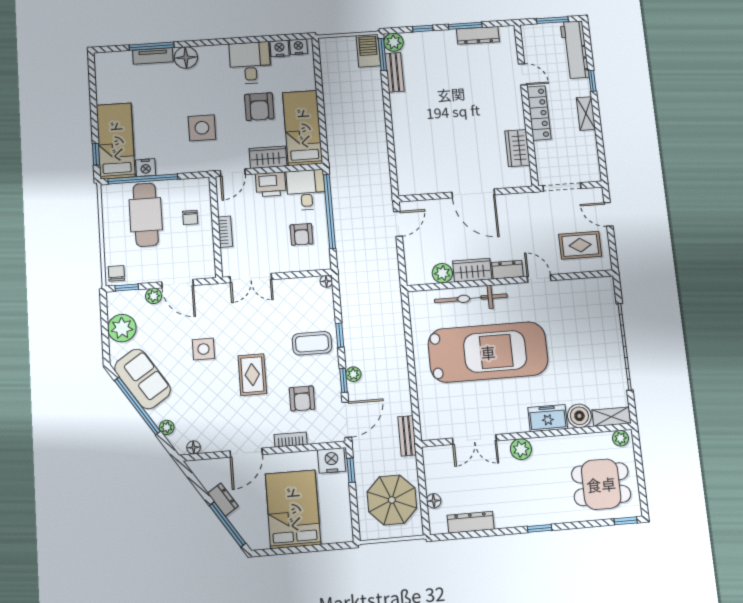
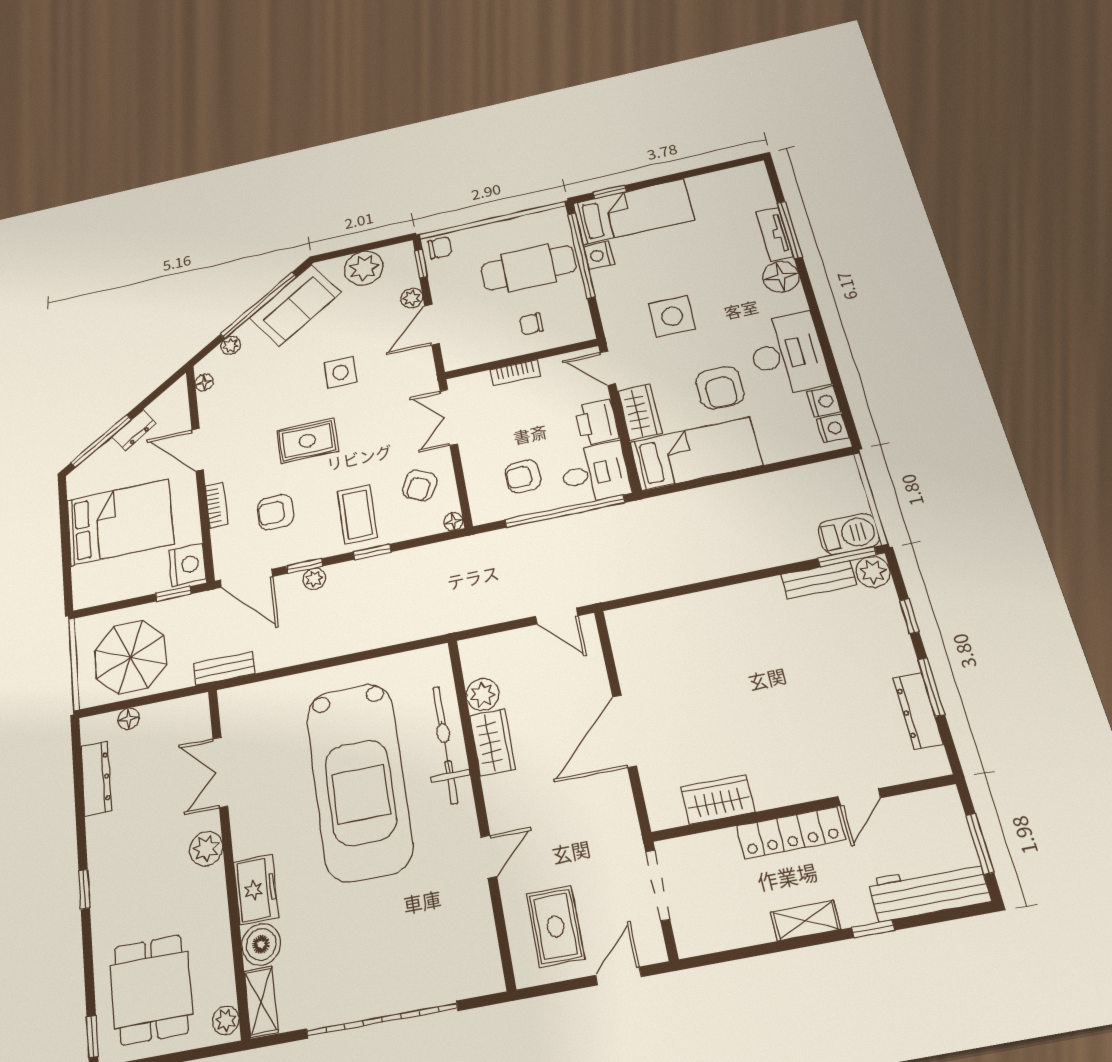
desk: (250, 63) -> (787, 354), width x1.37
armchair: (259, 107) -> (720, 388), turned -90
dresser: (508, 270) -> (499, 801), removed
armchair: (297, 301) -> (420, 485), added

